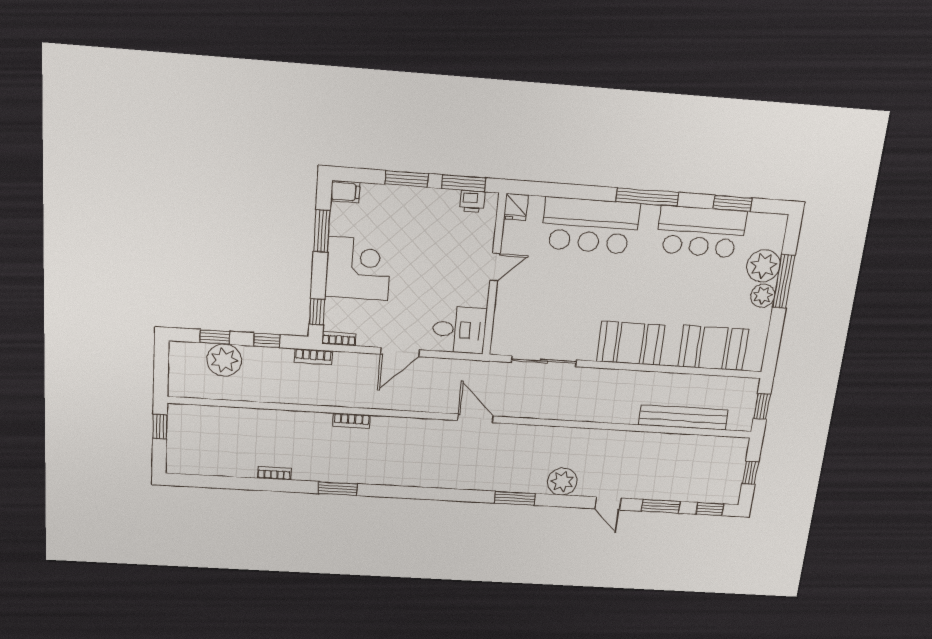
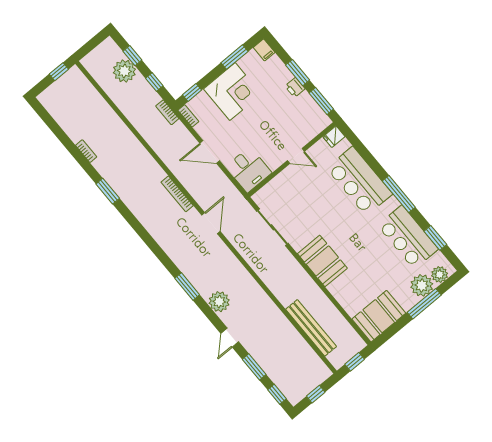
printer: (472, 201) -> (295, 87), moved
plant: (763, 296) -> (440, 274), moved
booth: (713, 348) -> (379, 316), moved, turned 90
bookcase: (351, 421) -> (177, 194), moved, width x1.56

